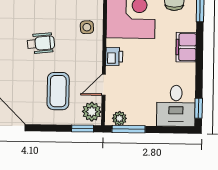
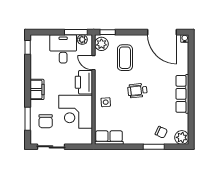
printer: (114, 56) -> (84, 82), width x1.87, depth x1.48
door: (104, 85) -> (94, 63), swing flipped
desk: (176, 106) -> (63, 49), moved

